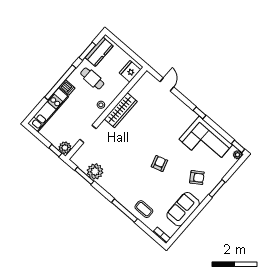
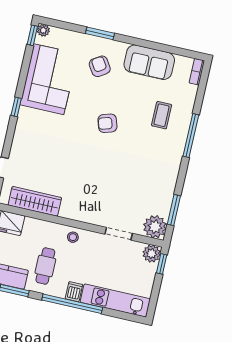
wardrobe: (121, 110) -> (35, 201), moved
plant: (95, 171) -> (155, 227), moved
coffee table: (144, 209) -> (162, 115), moved

